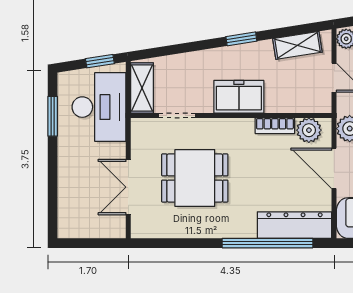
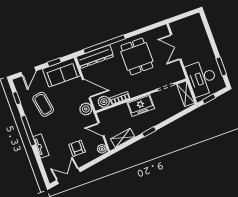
dining table: (195, 178) -> (137, 56), moved, turned 90
double door: (128, 187) -> (176, 47), swing flipped

